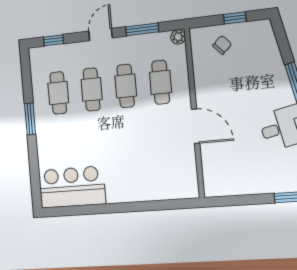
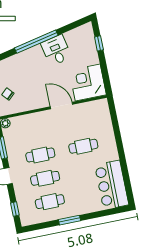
cafe table: (161, 82) -> (83, 146), moved
door: (196, 126) -> (61, 106), hinge flipped
corner desk: (226, 171) -> (88, 83), added

